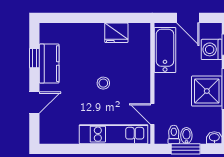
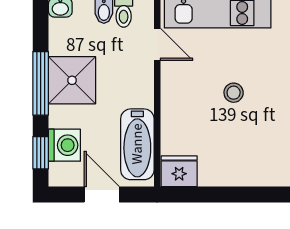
fridge: (116, 33) -> (179, 171), moved

